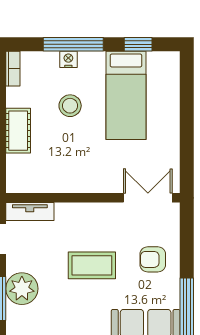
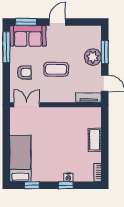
window: (73, 44) -> (66, 185), width x0.46
bed: (126, 95) -> (20, 158), moved
stool: (70, 106) -> (68, 153), removed
double door: (148, 198) -> (27, 105), swing flipped

